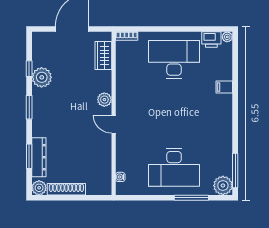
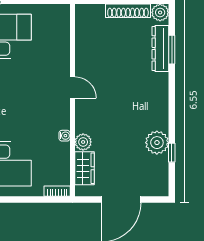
plant: (104, 100) -> (83, 142), moved
window: (29, 107) -> (172, 107), removed
water cooler: (120, 177) -> (65, 136), moved

